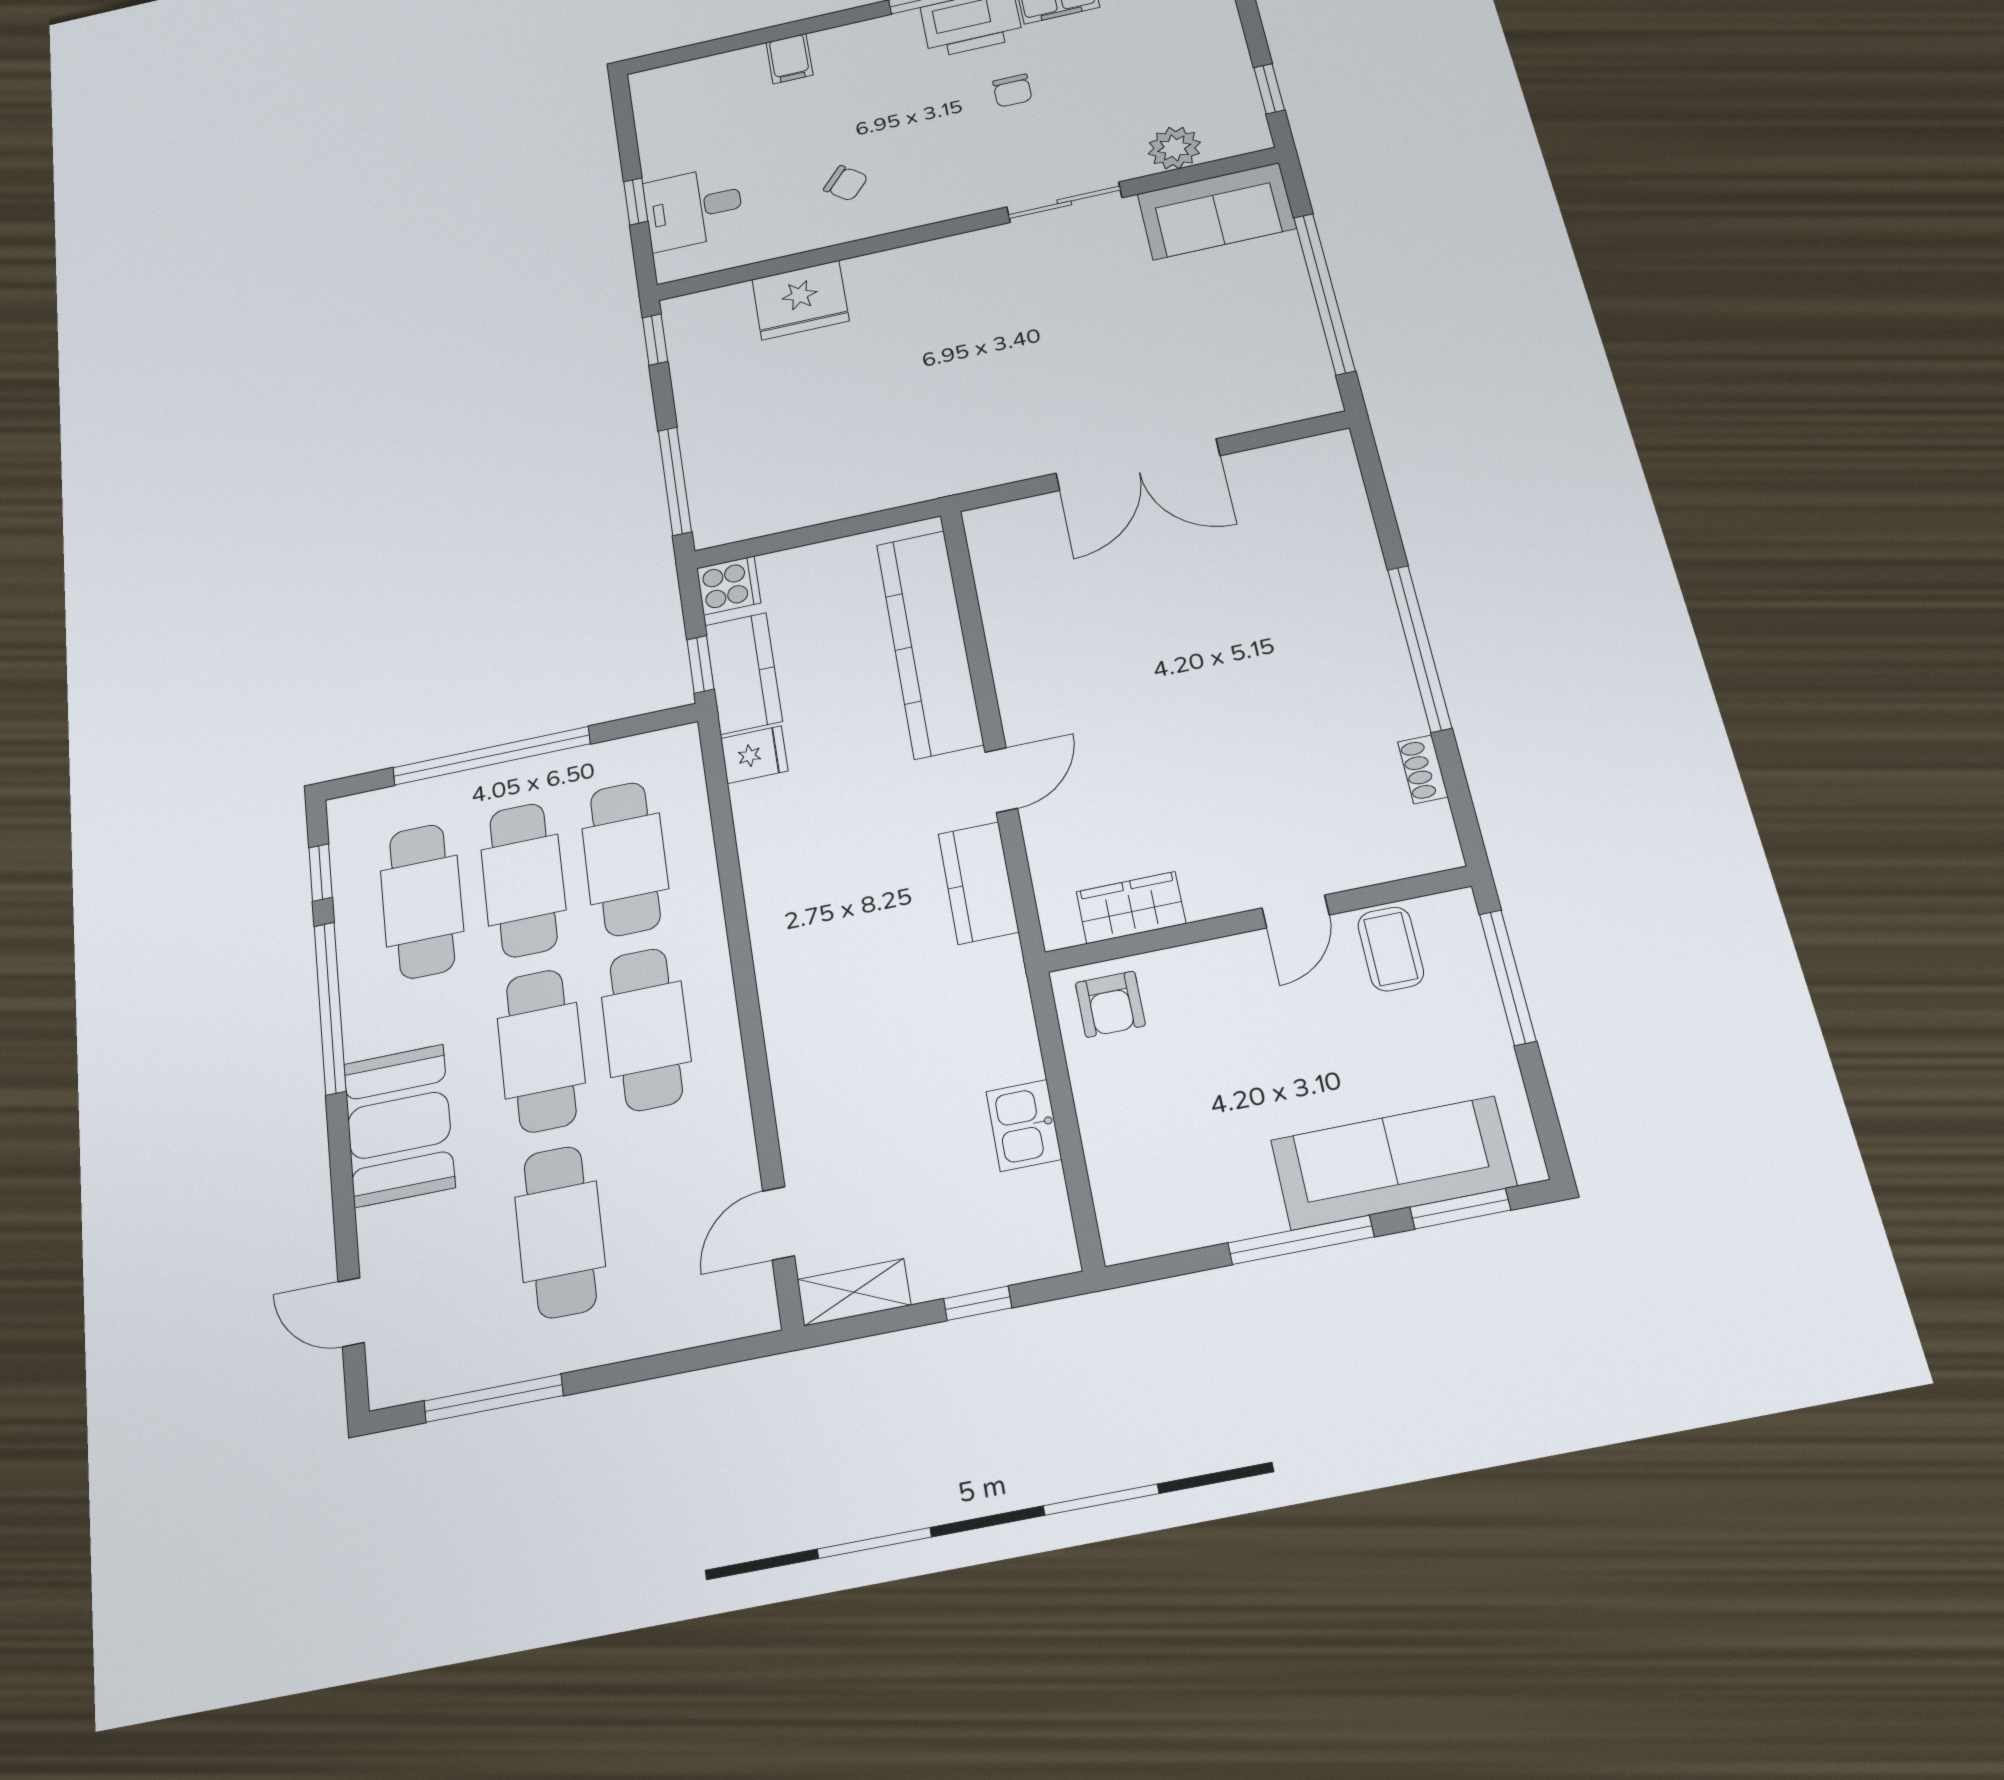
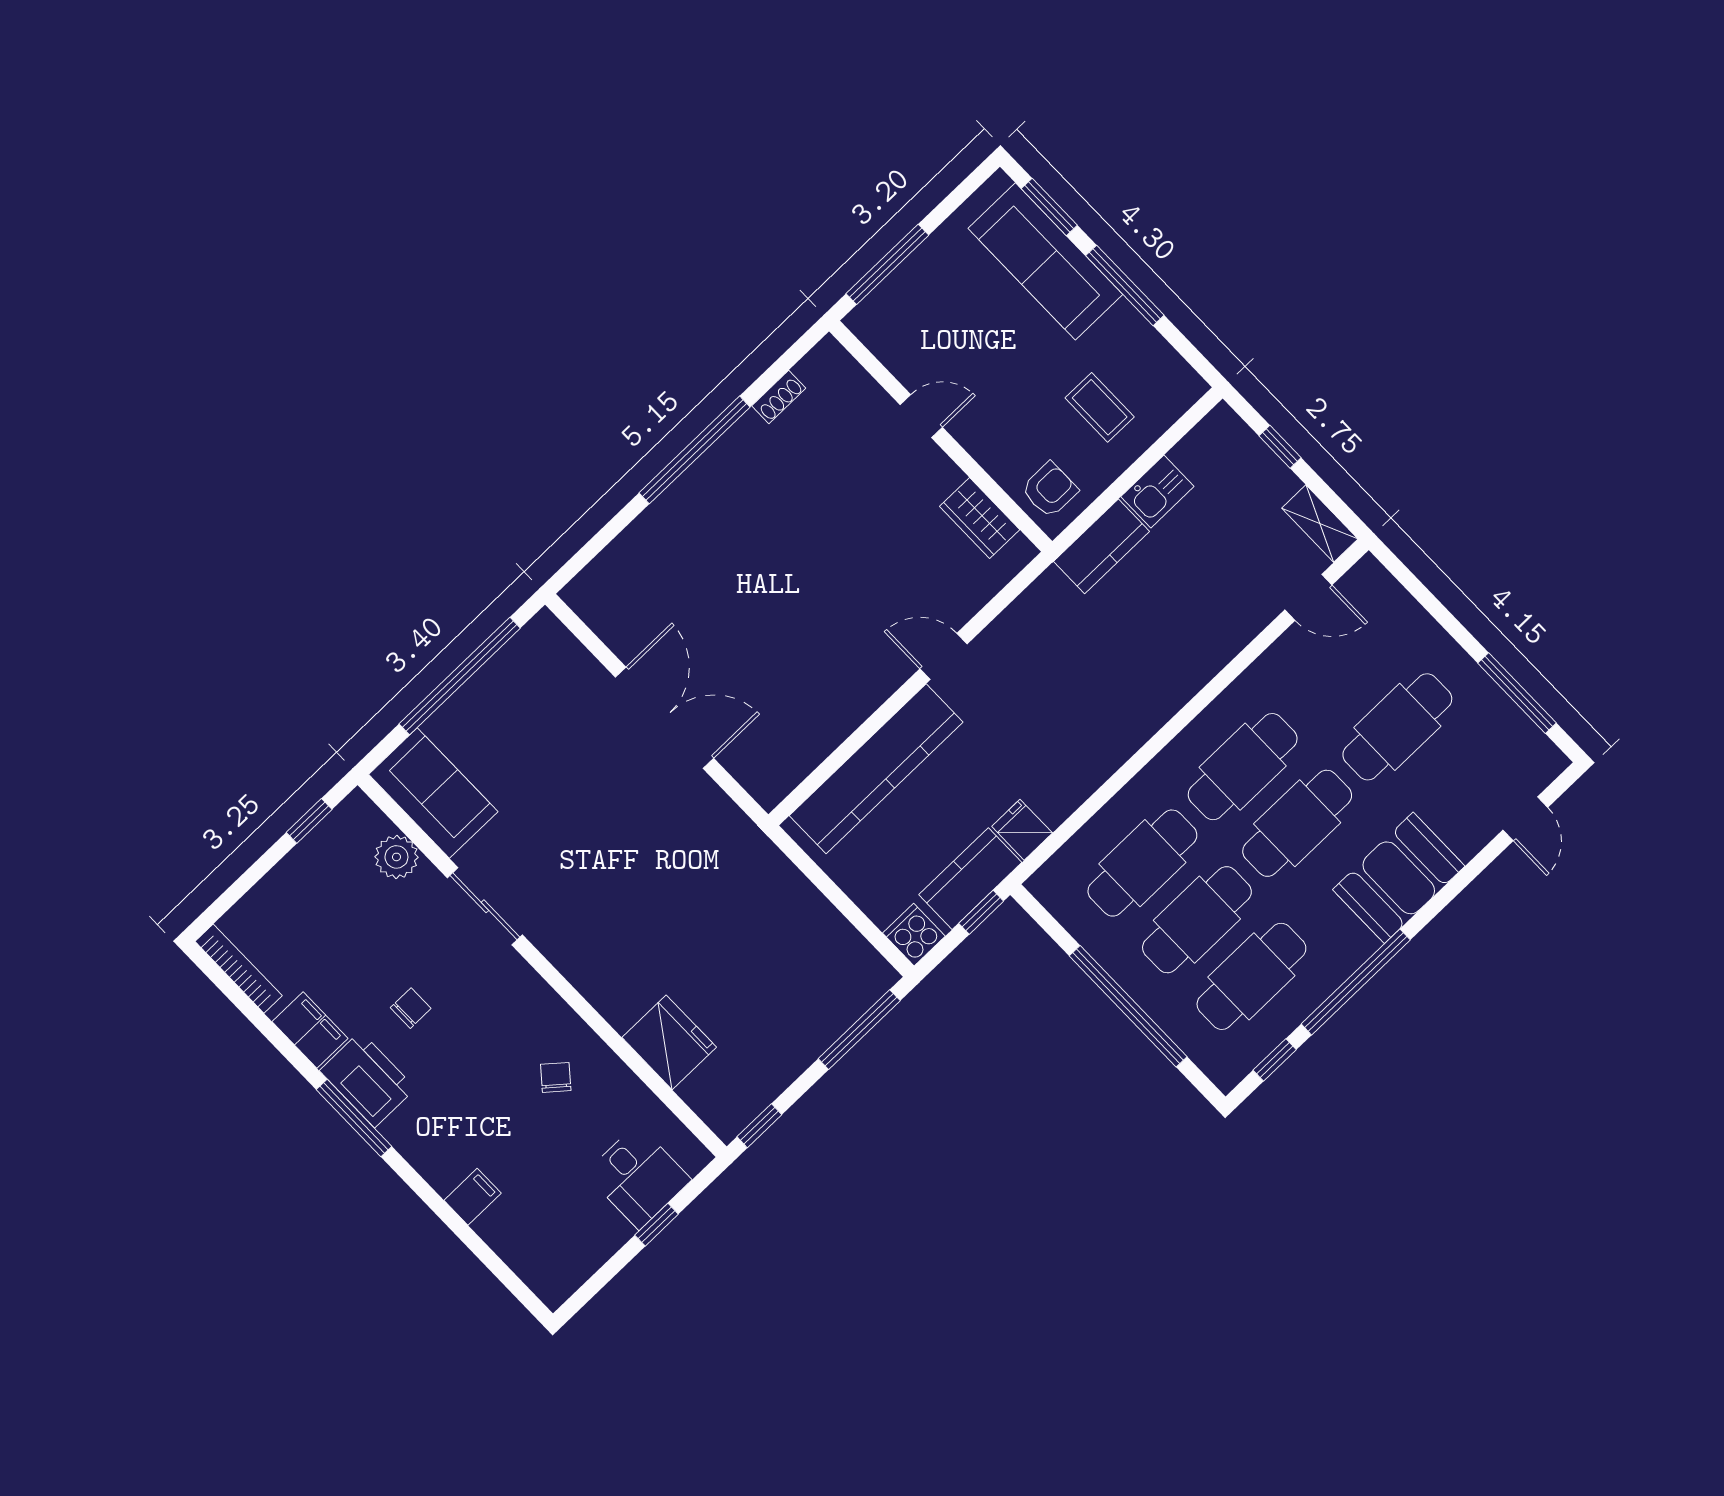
kitchen counter: (978, 883) -> (1101, 546), moved
coffee table: (1391, 949) -> (1100, 407), moved, turned 90

